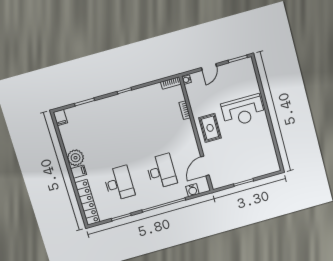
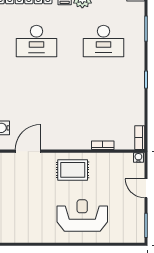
reception desk: (243, 111) -> (82, 215), turned 90
door: (205, 166) -> (28, 151), hinge flipped
desk: (161, 171) -> (103, 41), moved

